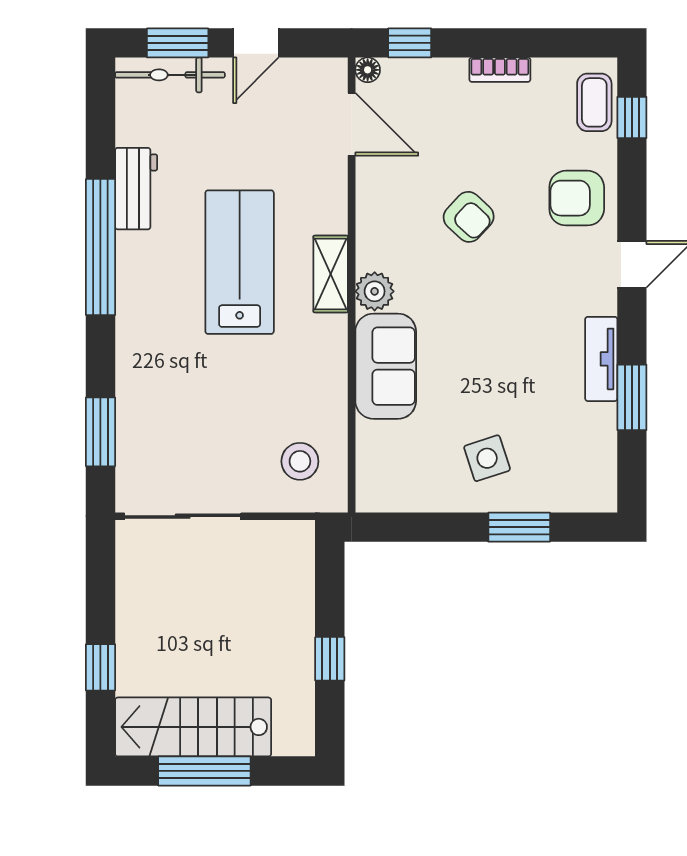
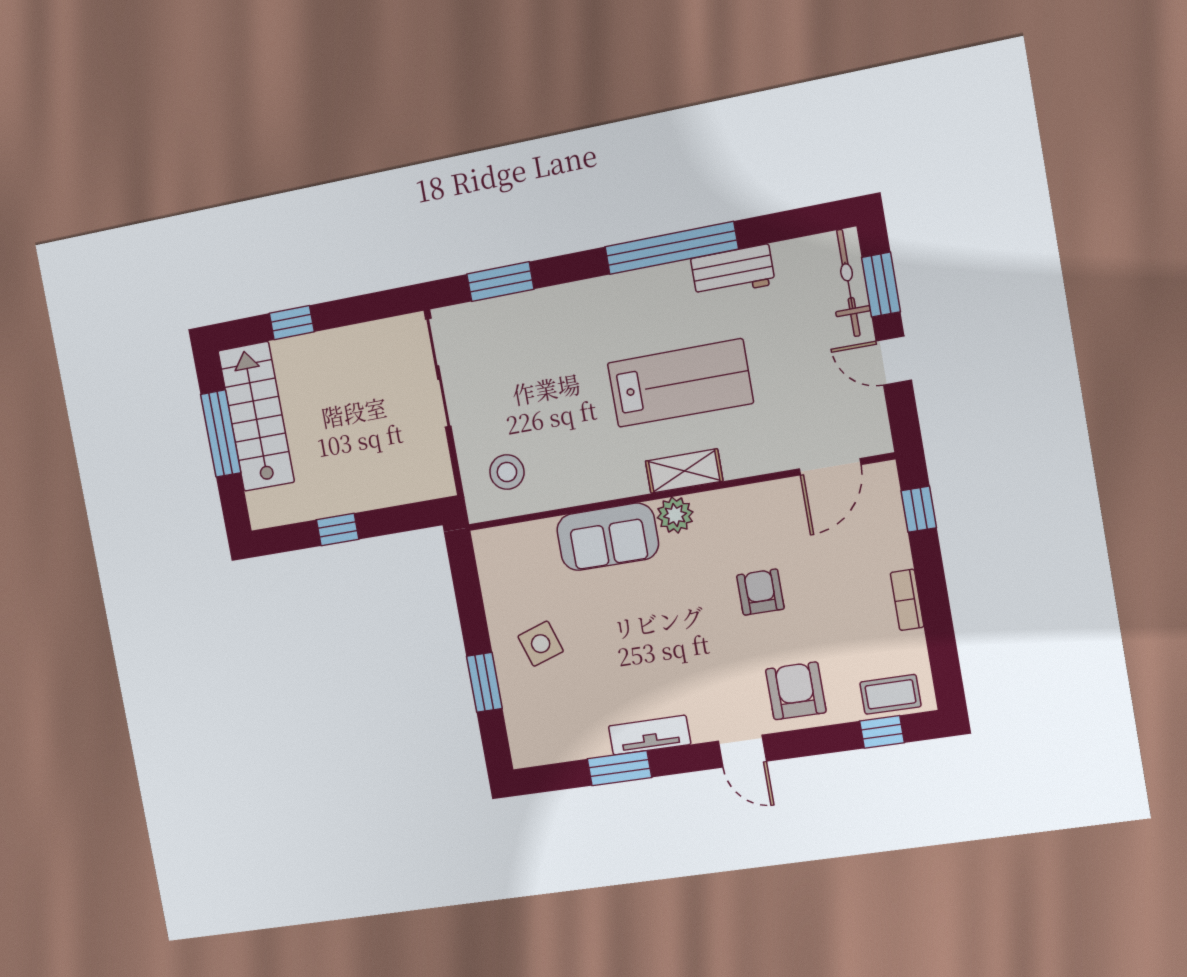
floor lamp: (368, 70) -> (886, 473), removed
armchair: (469, 217) -> (760, 592), turned 137

